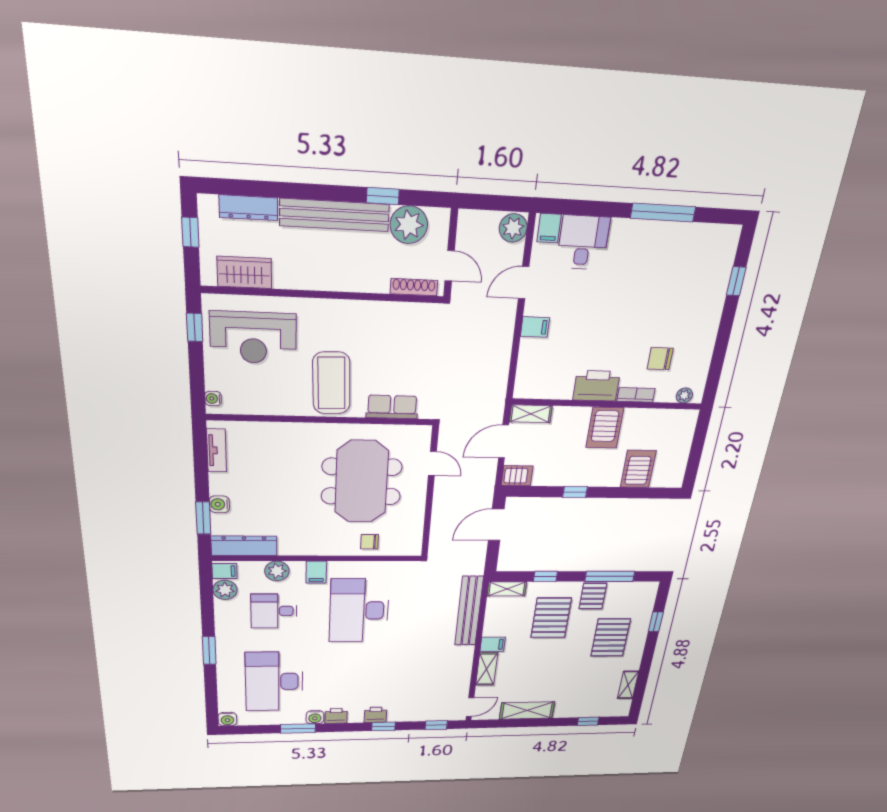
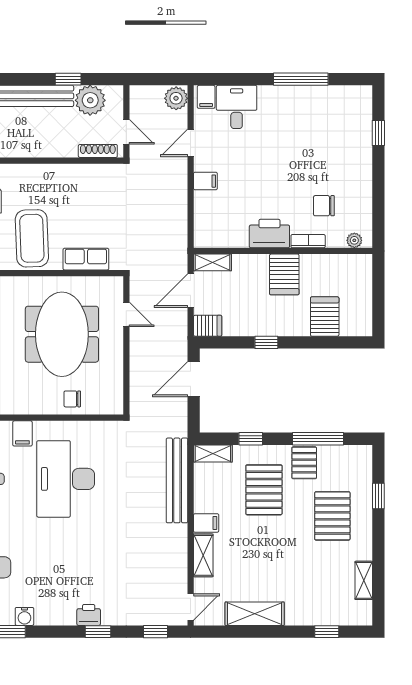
printer: (336, 716) -> (47, 615), removed

